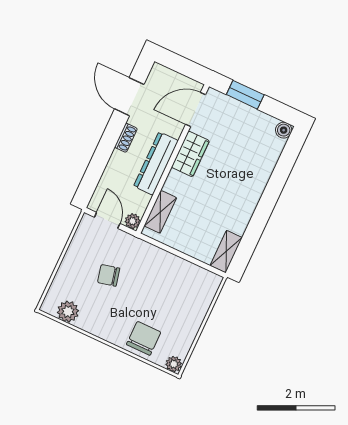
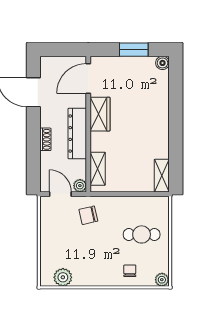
window: (245, 95) -> (134, 50), moved
shoe rack: (126, 138) -> (45, 139), moved
chair: (109, 275) -> (88, 215), moved
cafe table: (175, 305) -> (142, 234), added
chair: (144, 338) -> (130, 271), width x0.54, depth x0.54

